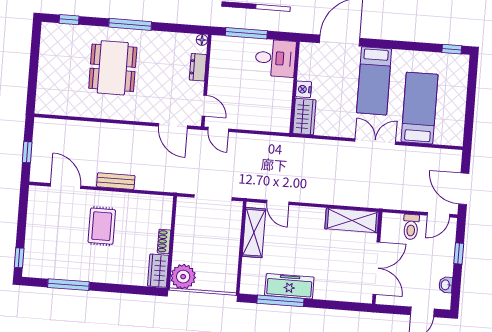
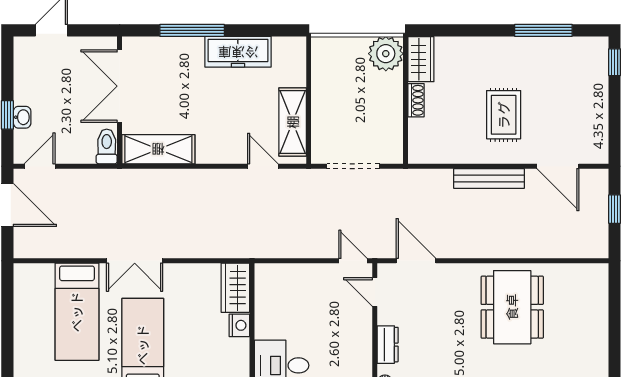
dining table: (113, 68) -> (512, 307), moved
bench: (116, 181) -> (489, 178), width x1.36
toilet: (411, 227) -> (107, 146), moved
washbasin: (446, 285) -> (22, 117), moved
window: (280, 301) -> (192, 30), moved

